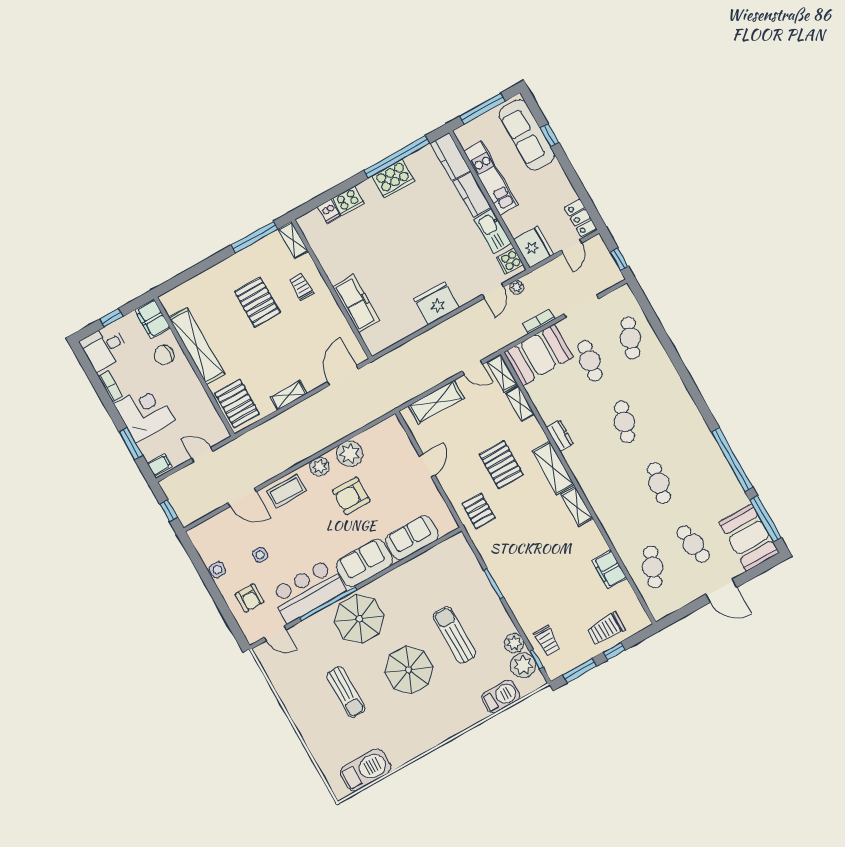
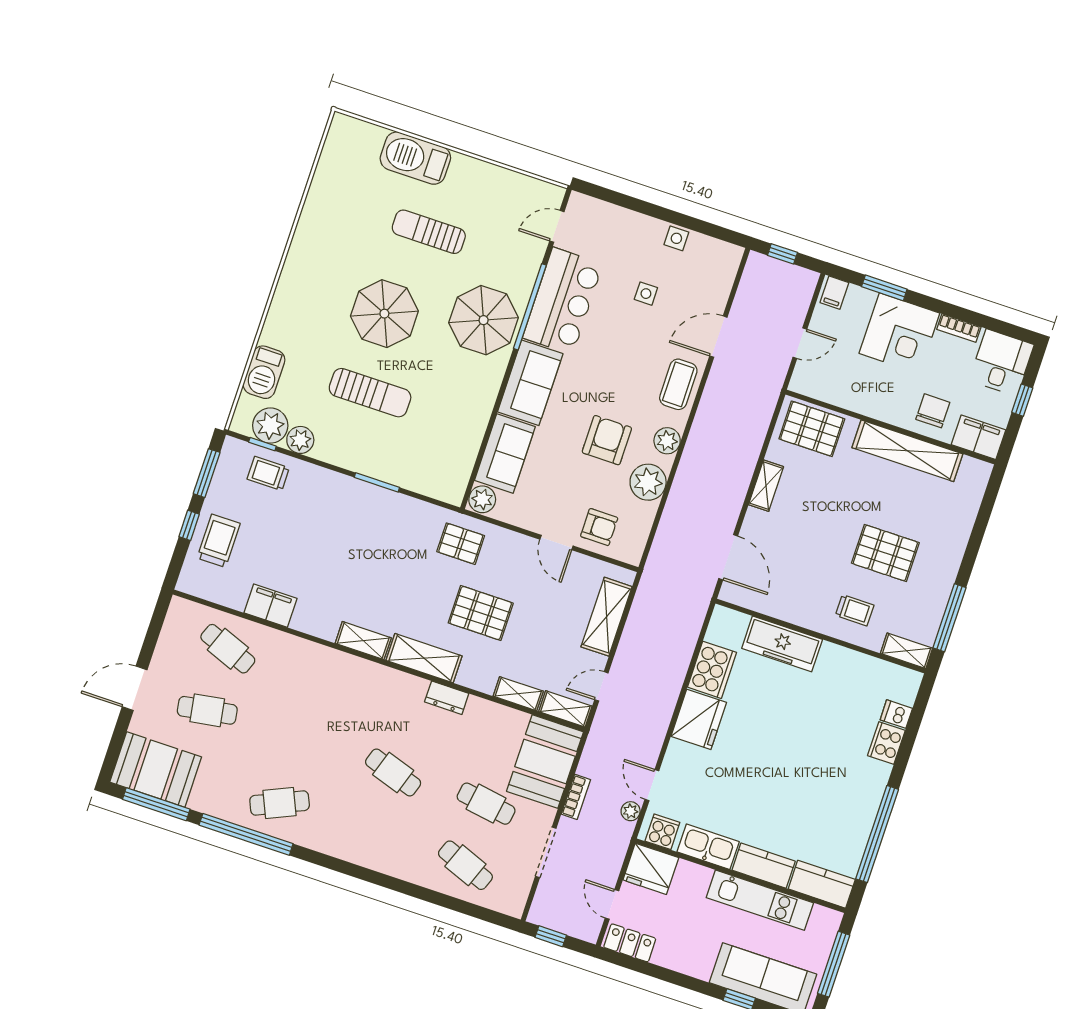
cooker: (393, 179) -> (712, 670), moved, turned 180
cafe table: (659, 483) -> (280, 803), moved, turned -36
plant: (446, 524) -> (482, 499), added
armchair: (250, 598) -> (599, 527), moved, turned 180
barbecue: (366, 770) -> (415, 158), moved, turned 90

